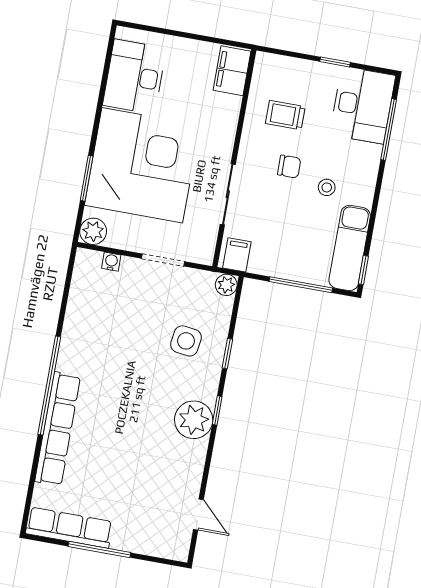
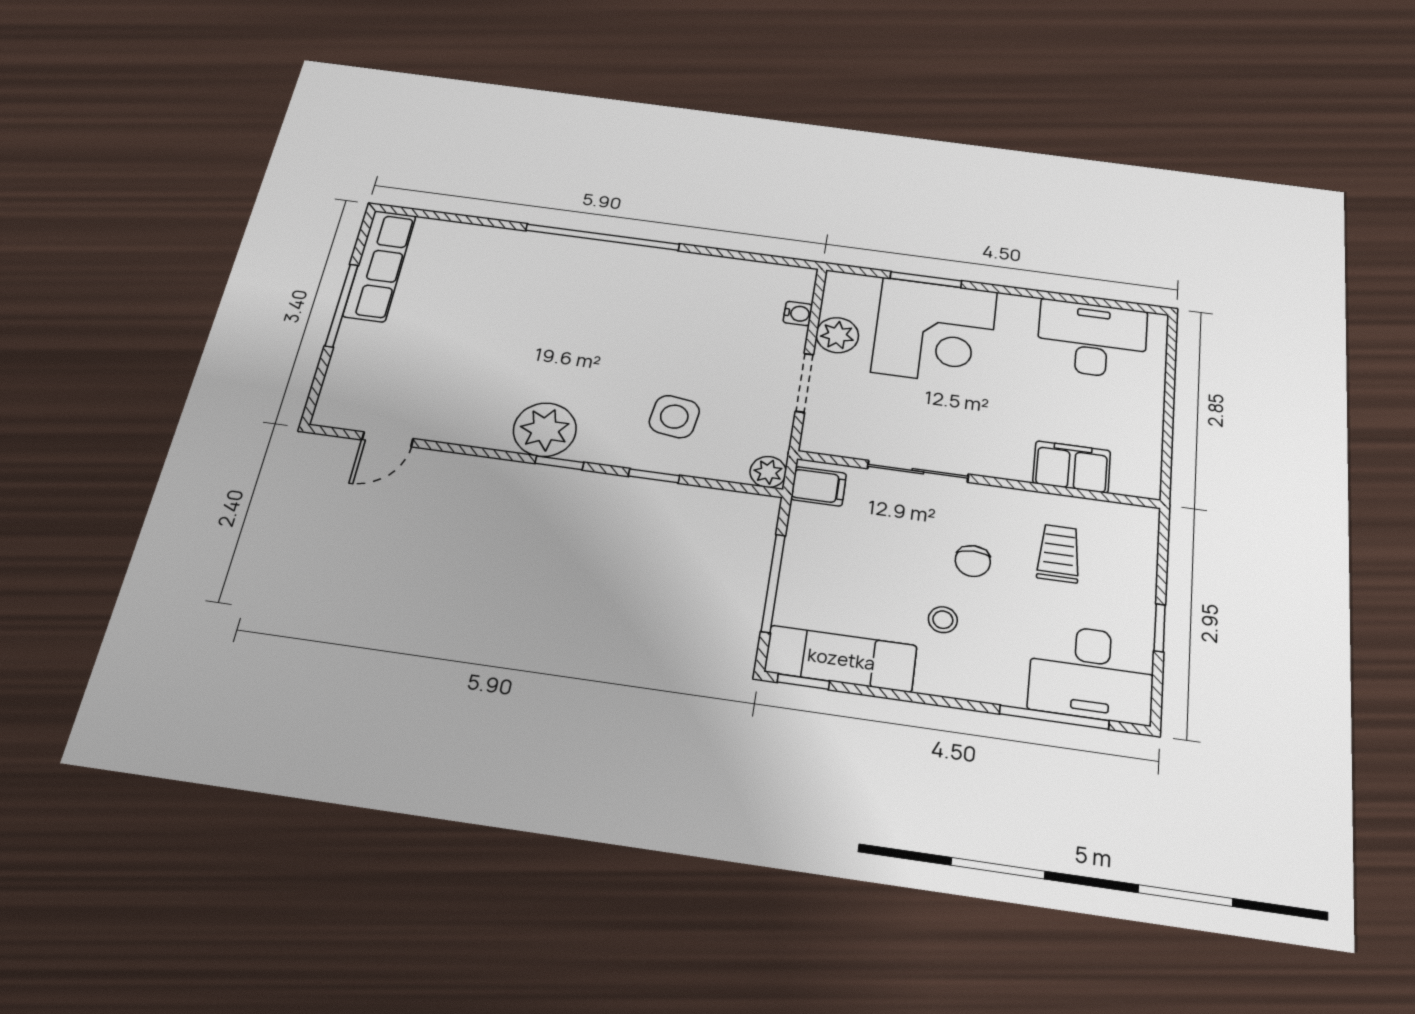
filing cabinet: (232, 71) -> (1072, 467), moved
corner desk: (142, 165) -> (935, 332), width x0.74, depth x0.74
plant: (93, 231) -> (837, 335), moved
row of seats: (58, 429) -> (535, 249), removed

